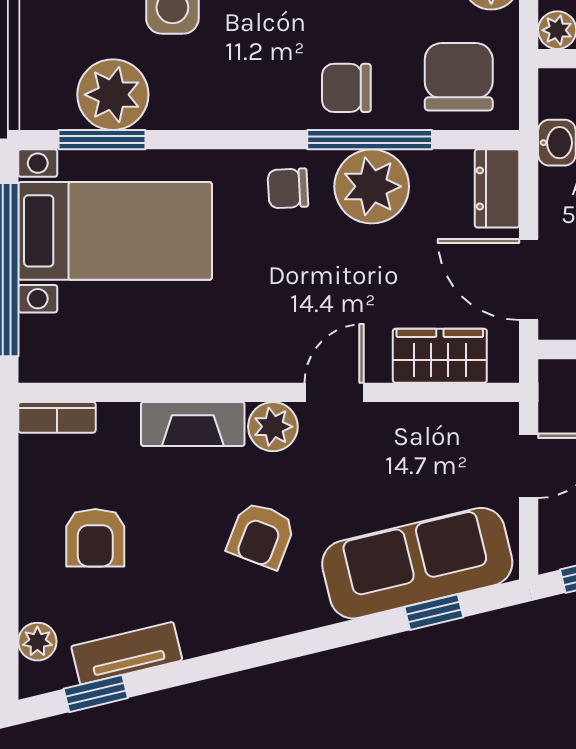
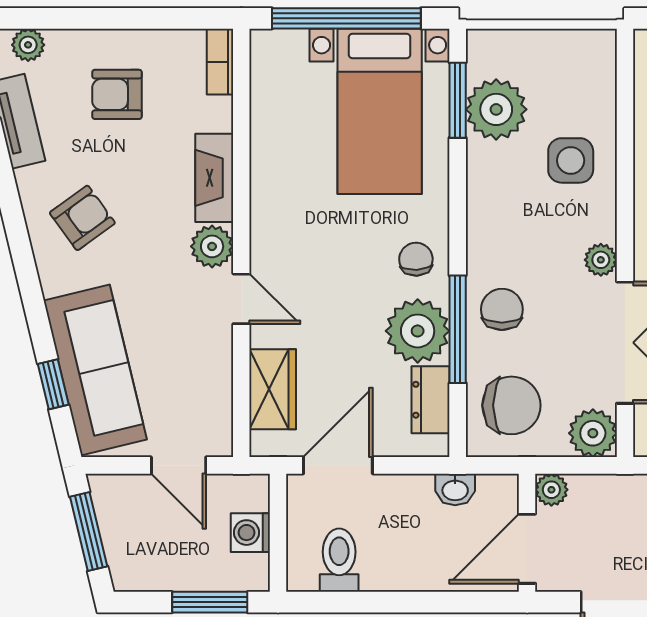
dresser: (497, 188) -> (431, 400), moved, turned -90
armchair: (261, 535) -> (82, 218), moved, turned 123

